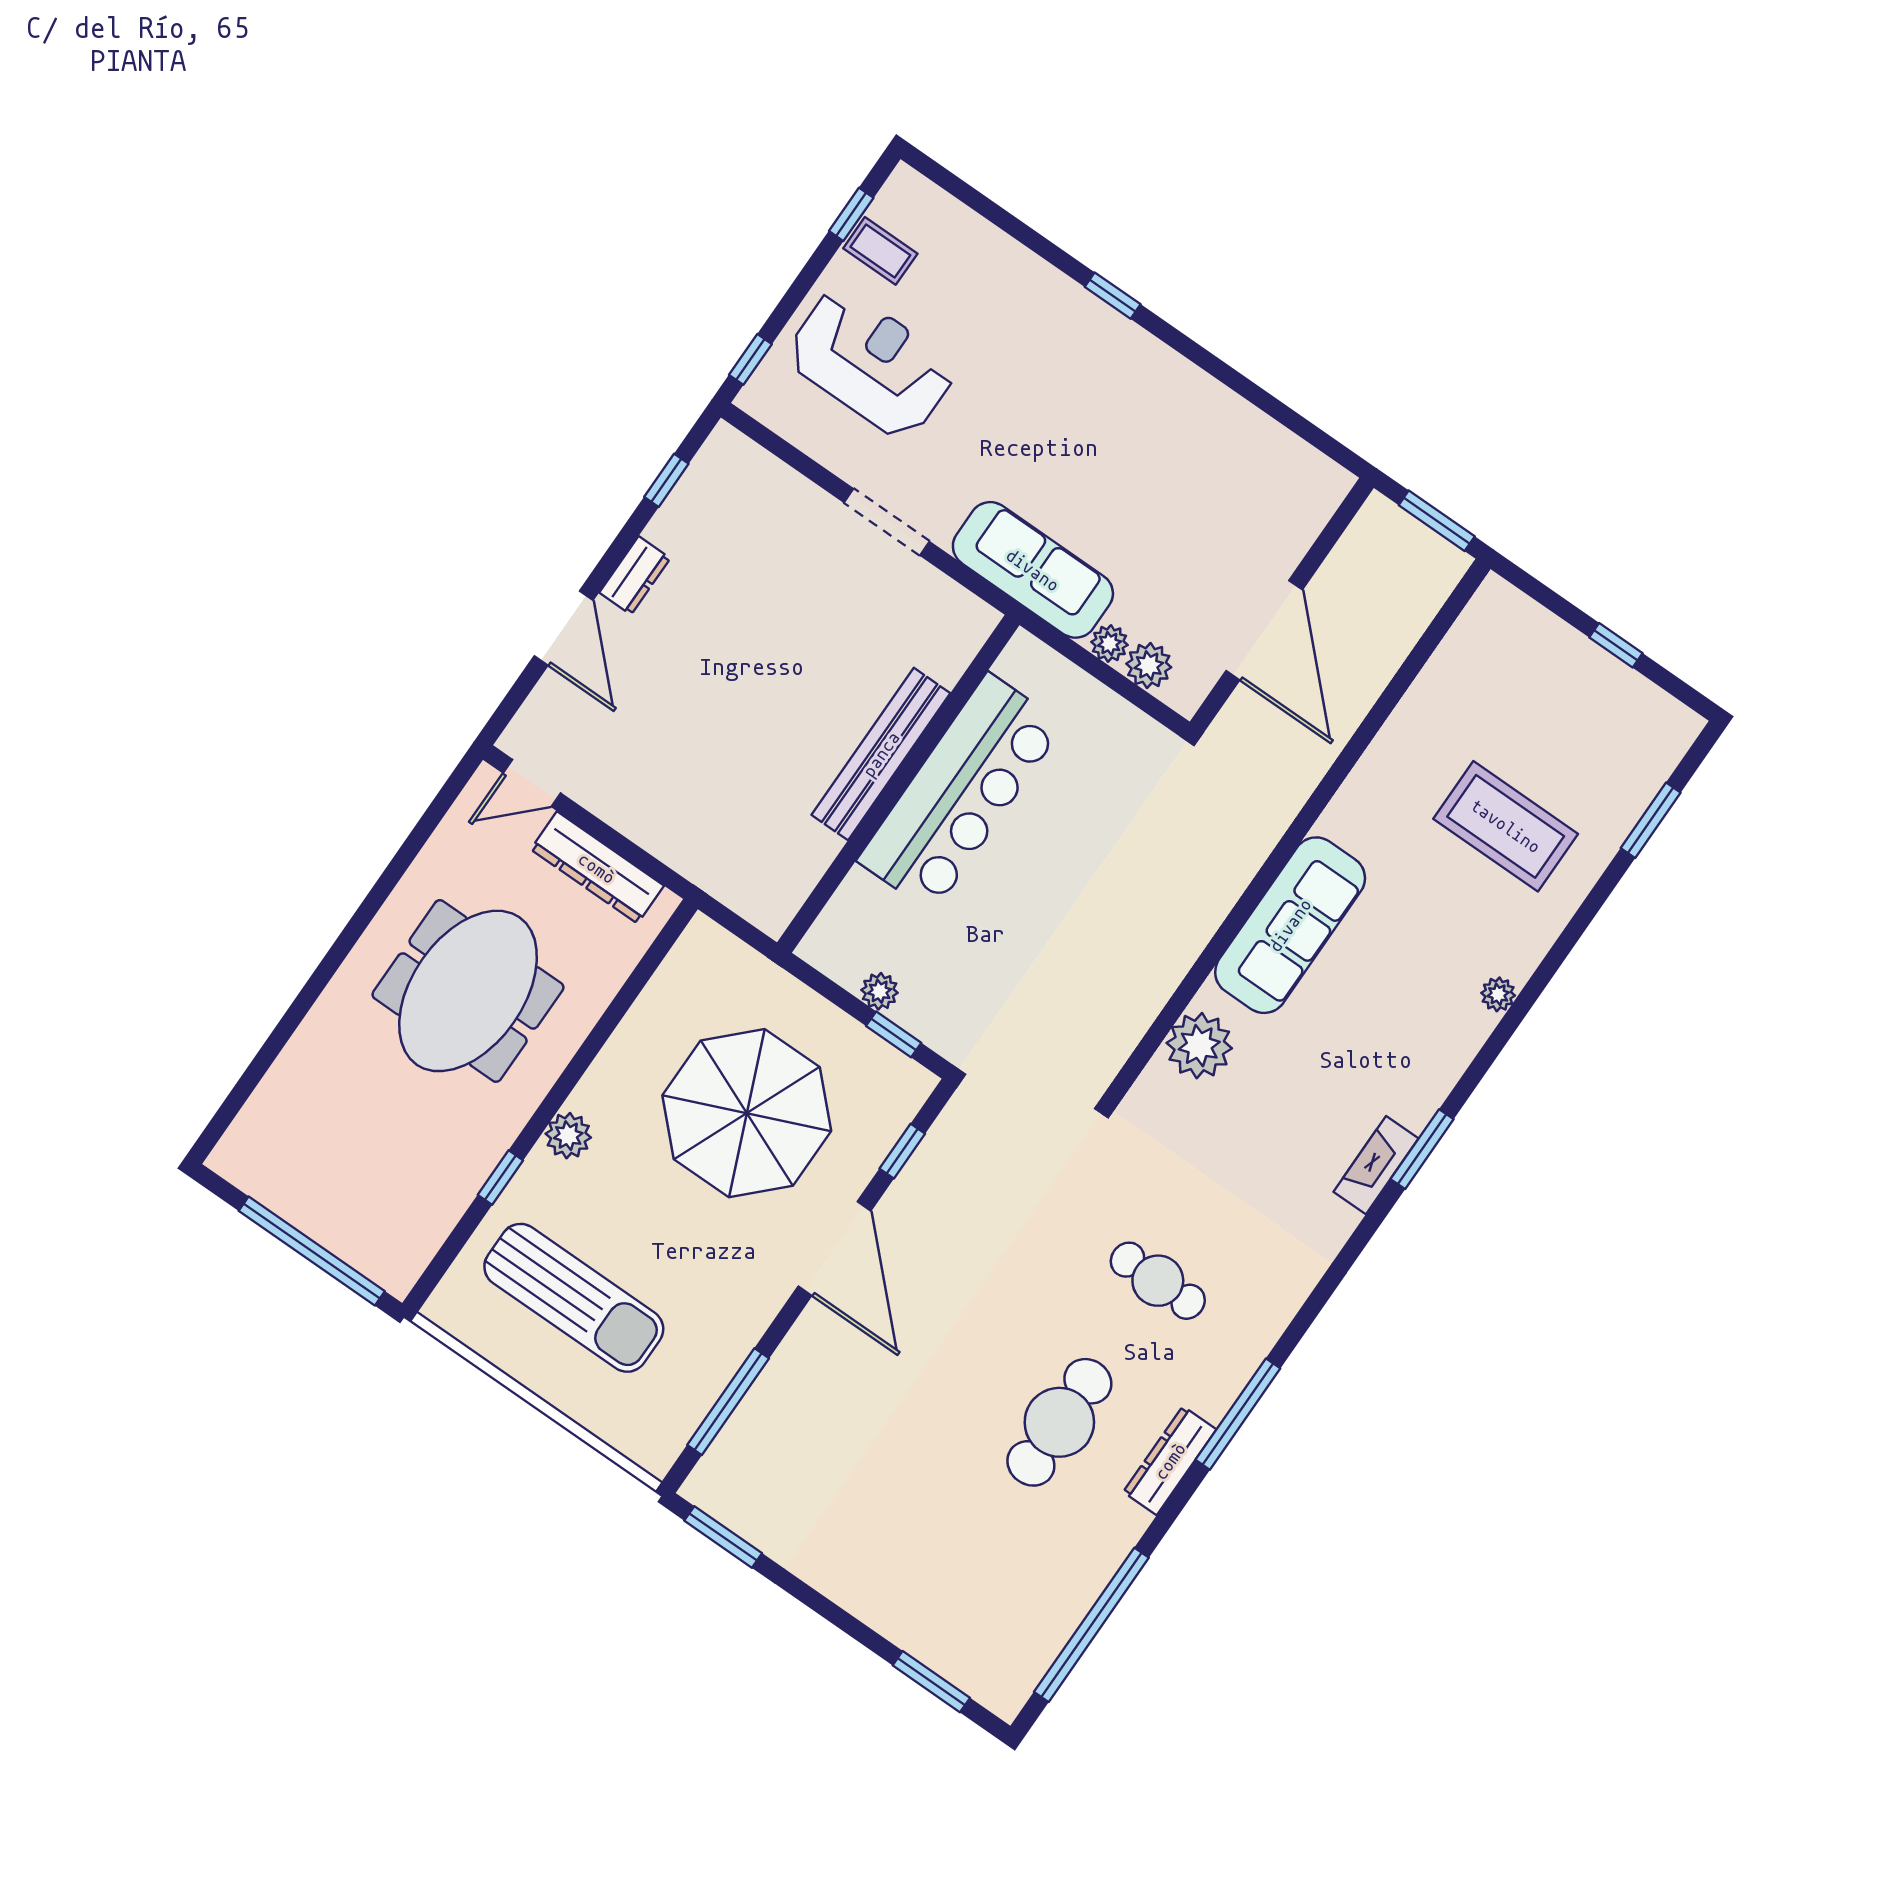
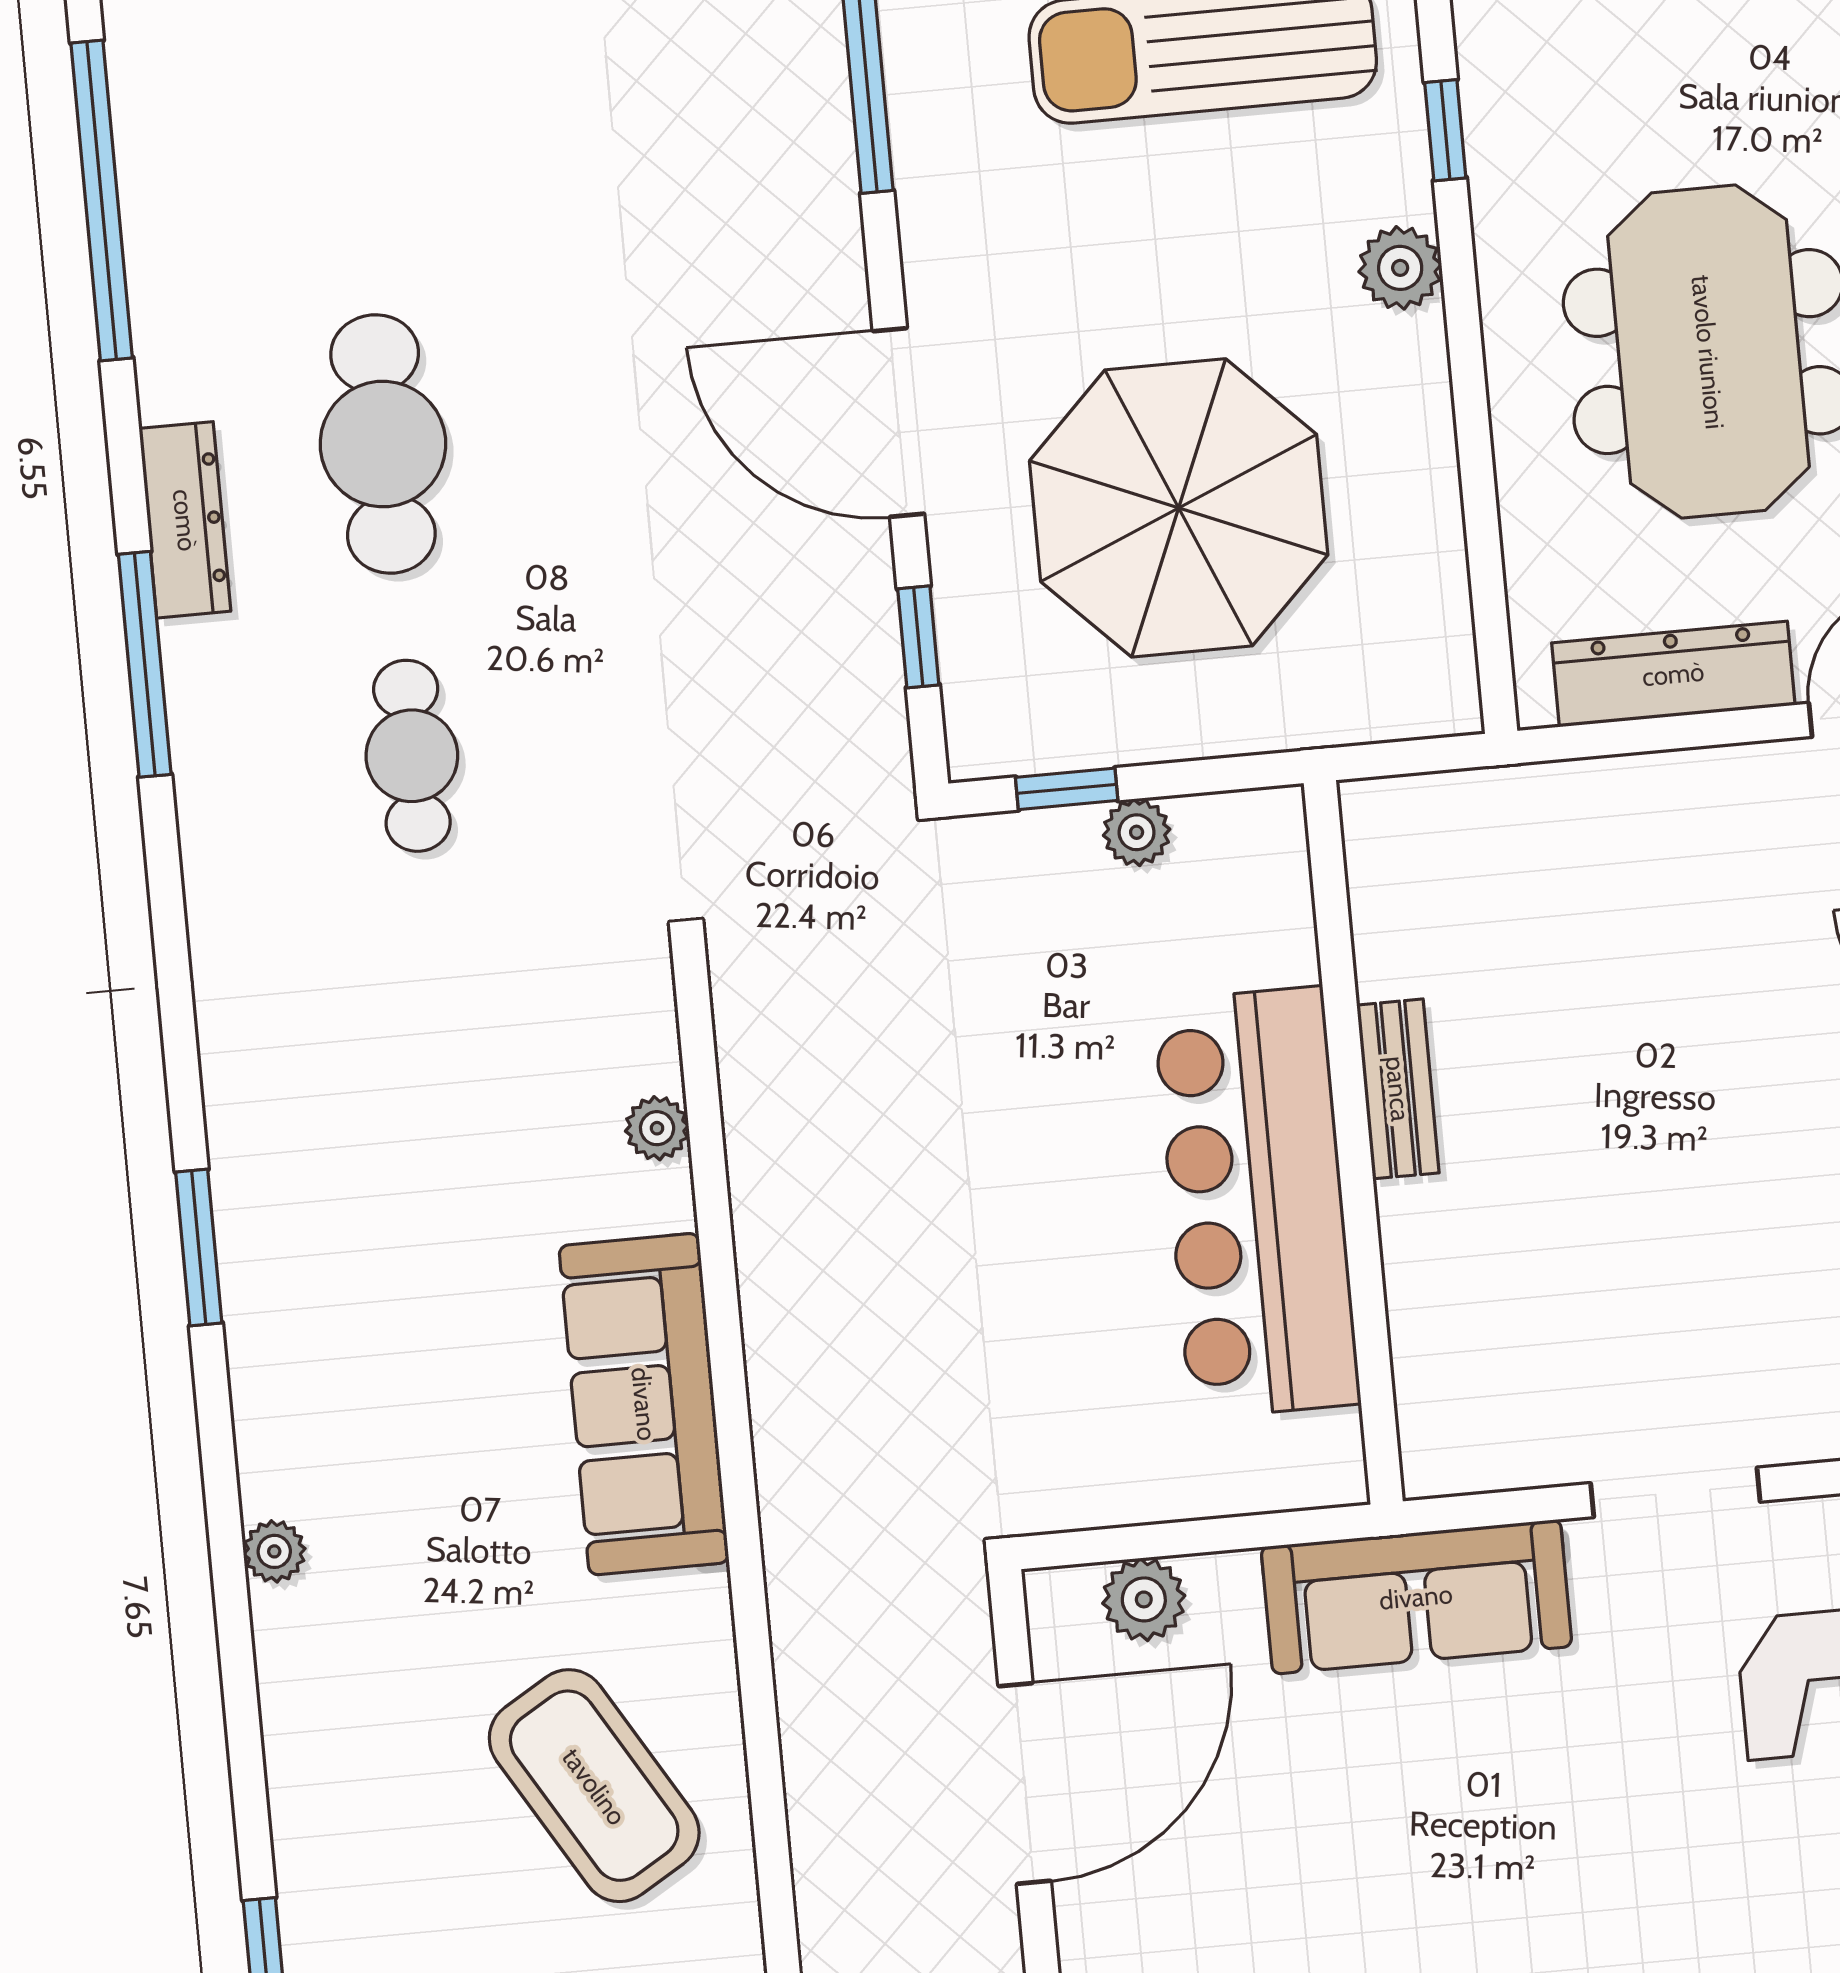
door: (1264, 630) -> (1025, 1783), swing flipped
plant: (1109, 643) -> (1224, 1584), removed
bench: (881, 754) -> (1398, 1089), width x0.54, depth x0.82
coffee table: (1506, 826) -> (594, 1786), moved, turned 59
plant: (1199, 1046) -> (657, 1128), width x0.53, depth x0.53
fireplace: (1376, 1165) -> (244, 1172), removed
cafe table: (1158, 1281) -> (412, 756), turned 90

